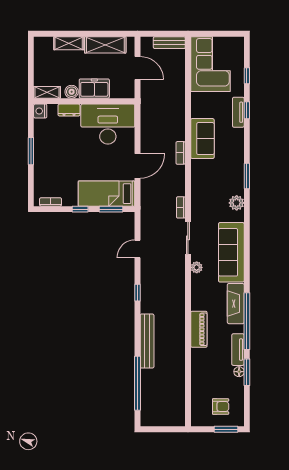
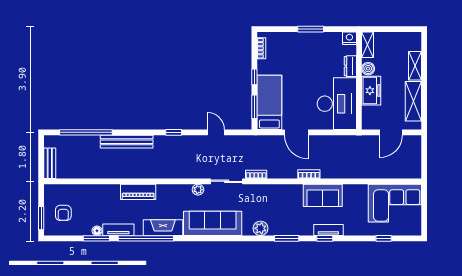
bench: (169, 43) -> (50, 163), moved
window: (247, 110) -> (325, 238), moved
tv unit: (238, 112) -> (328, 230), moved

